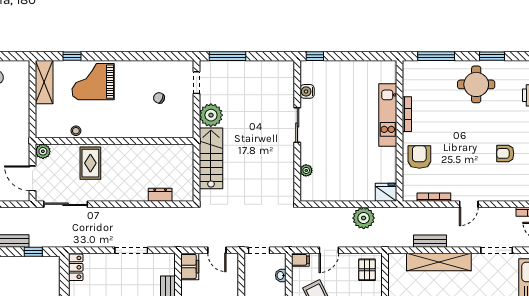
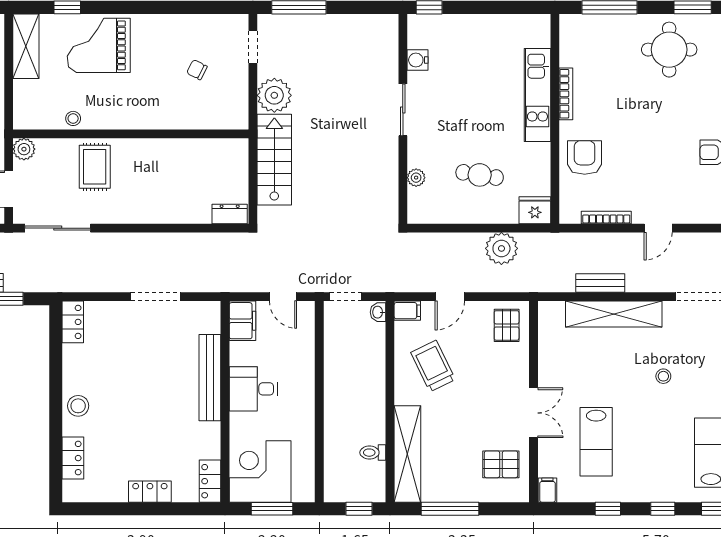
cafe table: (349, 169) -> (480, 175), added
dresser: (160, 195) -> (230, 214), moved
washbasin: (281, 275) -> (378, 312), moved

